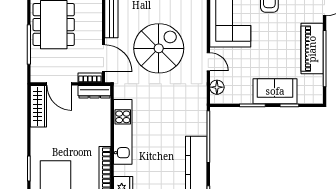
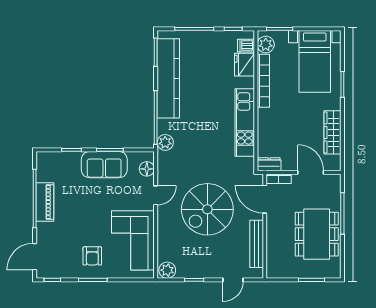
piano: (312, 49) -> (45, 202), width x0.73, depth x0.75
door: (208, 62) -> (156, 195), swing flipped
sofa: (275, 91) -> (104, 165), moved
dresser: (94, 92) -> (269, 164), width x0.70
wardrobe: (38, 106) -> (333, 132), moved
plant: (199, 113) -> (165, 142), added

